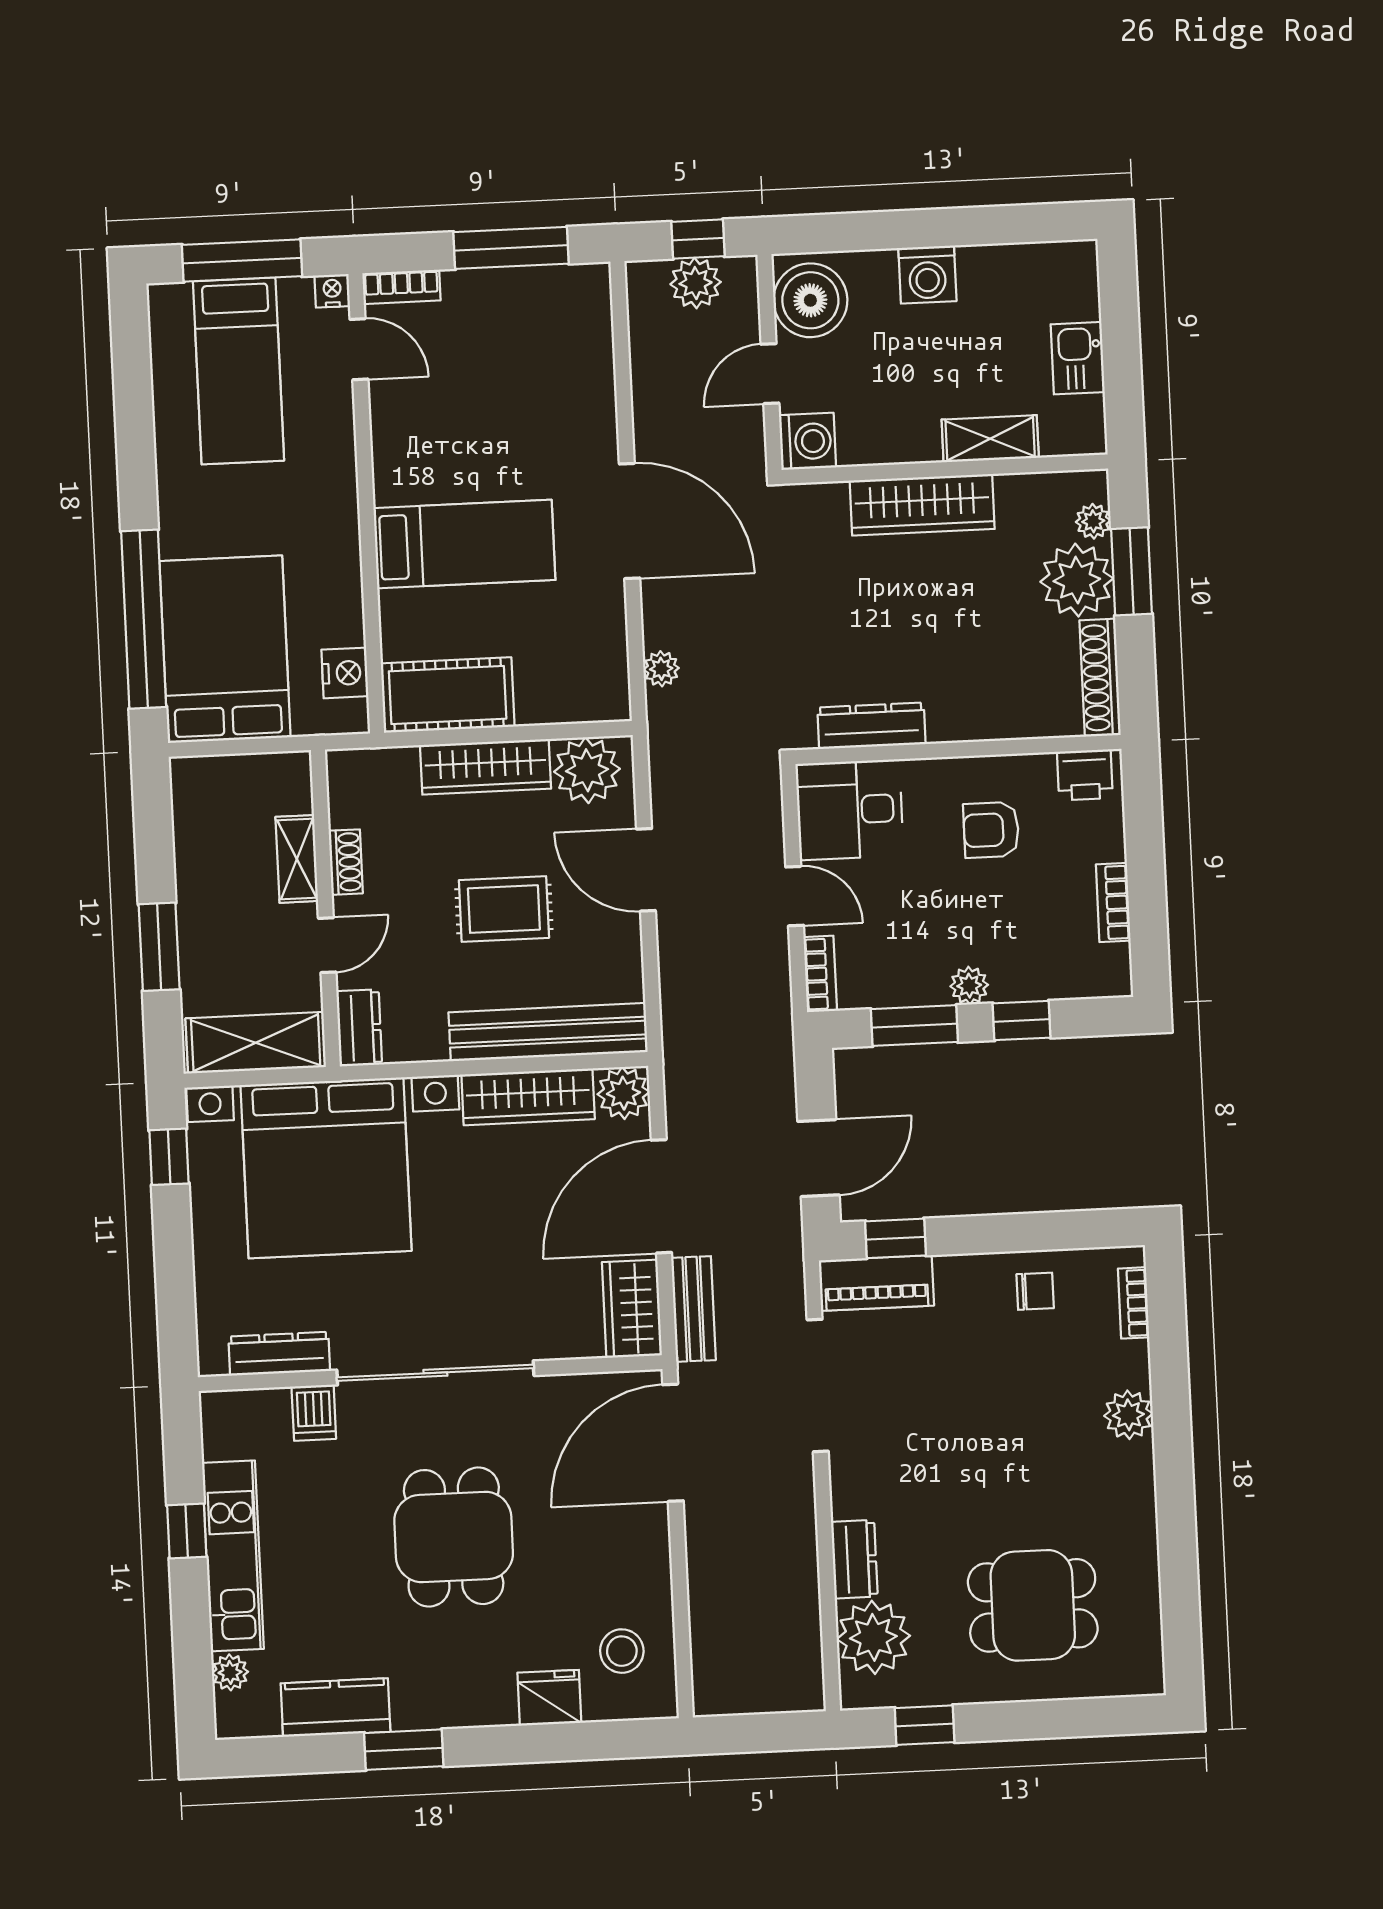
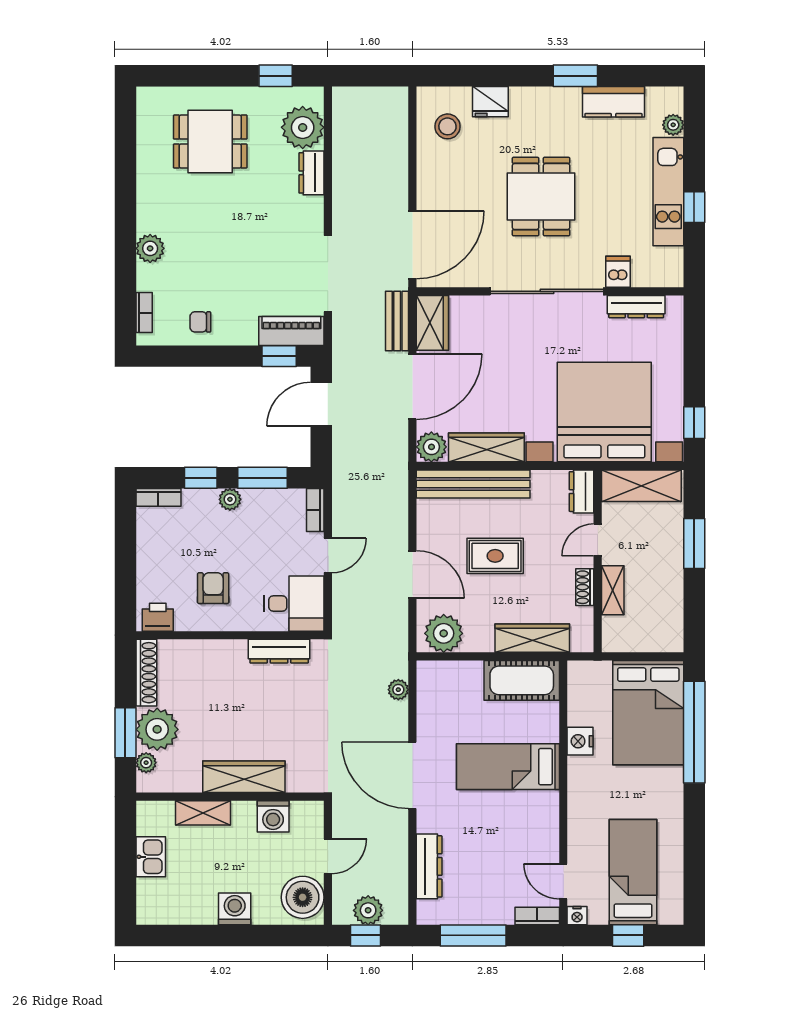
window: (242, 261) -> (628, 935), width x0.46
dresser: (593, 364) -> (429, 866), added
washing machine: (807, 441) -> (273, 816), moved, turned -90
nightstand: (345, 673) -> (580, 741), moved
wardrobe: (485, 767) -> (532, 638), moved
armchair: (991, 830) -> (213, 588), turned -90
door: (795, 896) -> (328, 555), swing flipped
bookcase: (1113, 903) -> (158, 497), moved, turned 90

